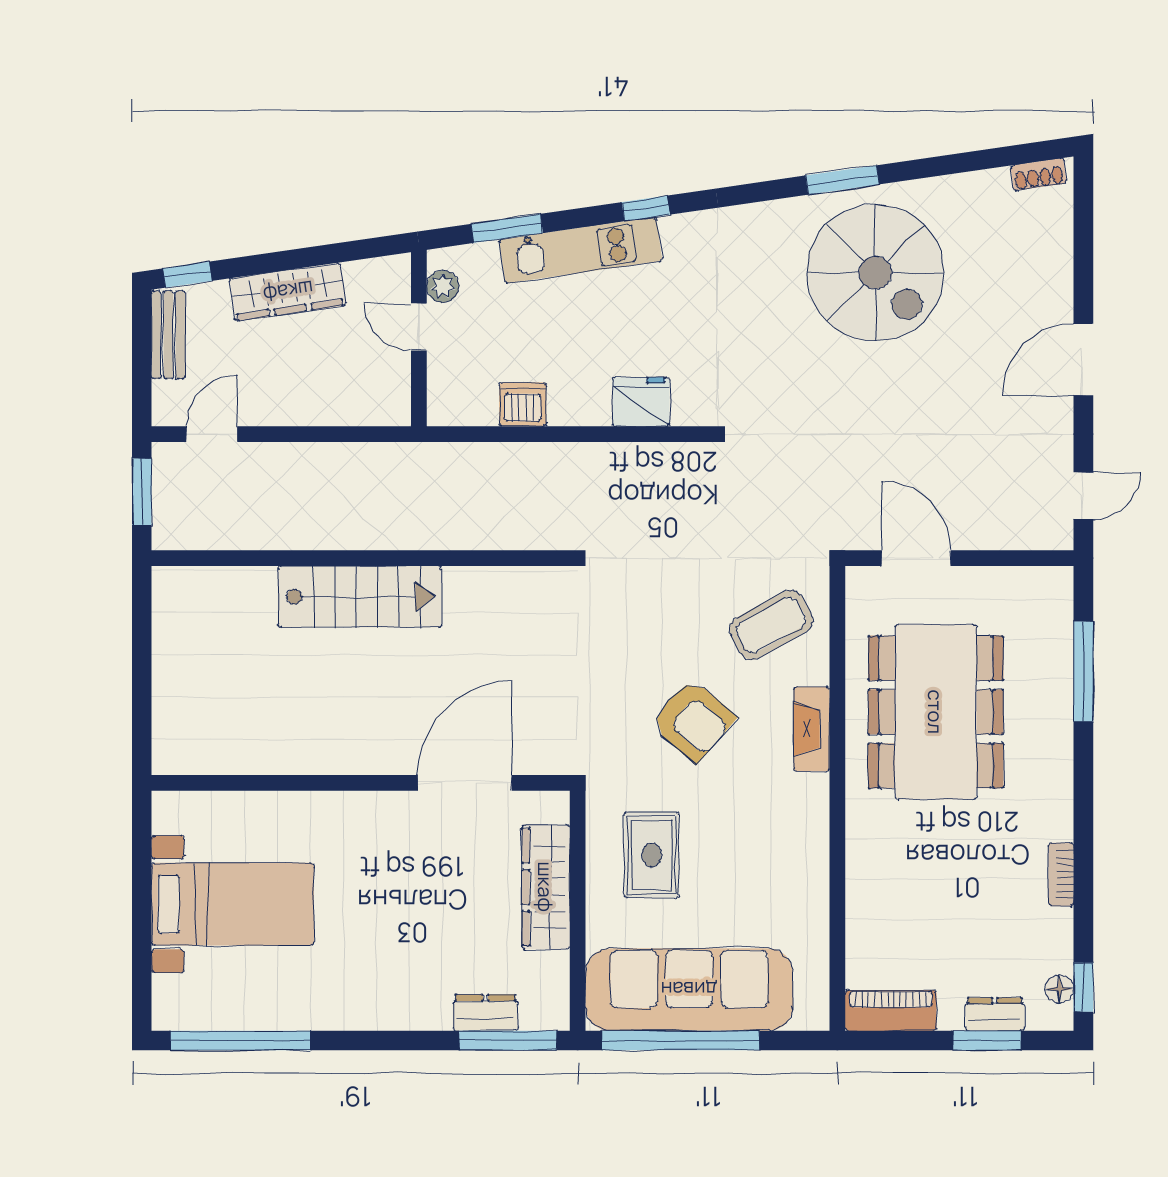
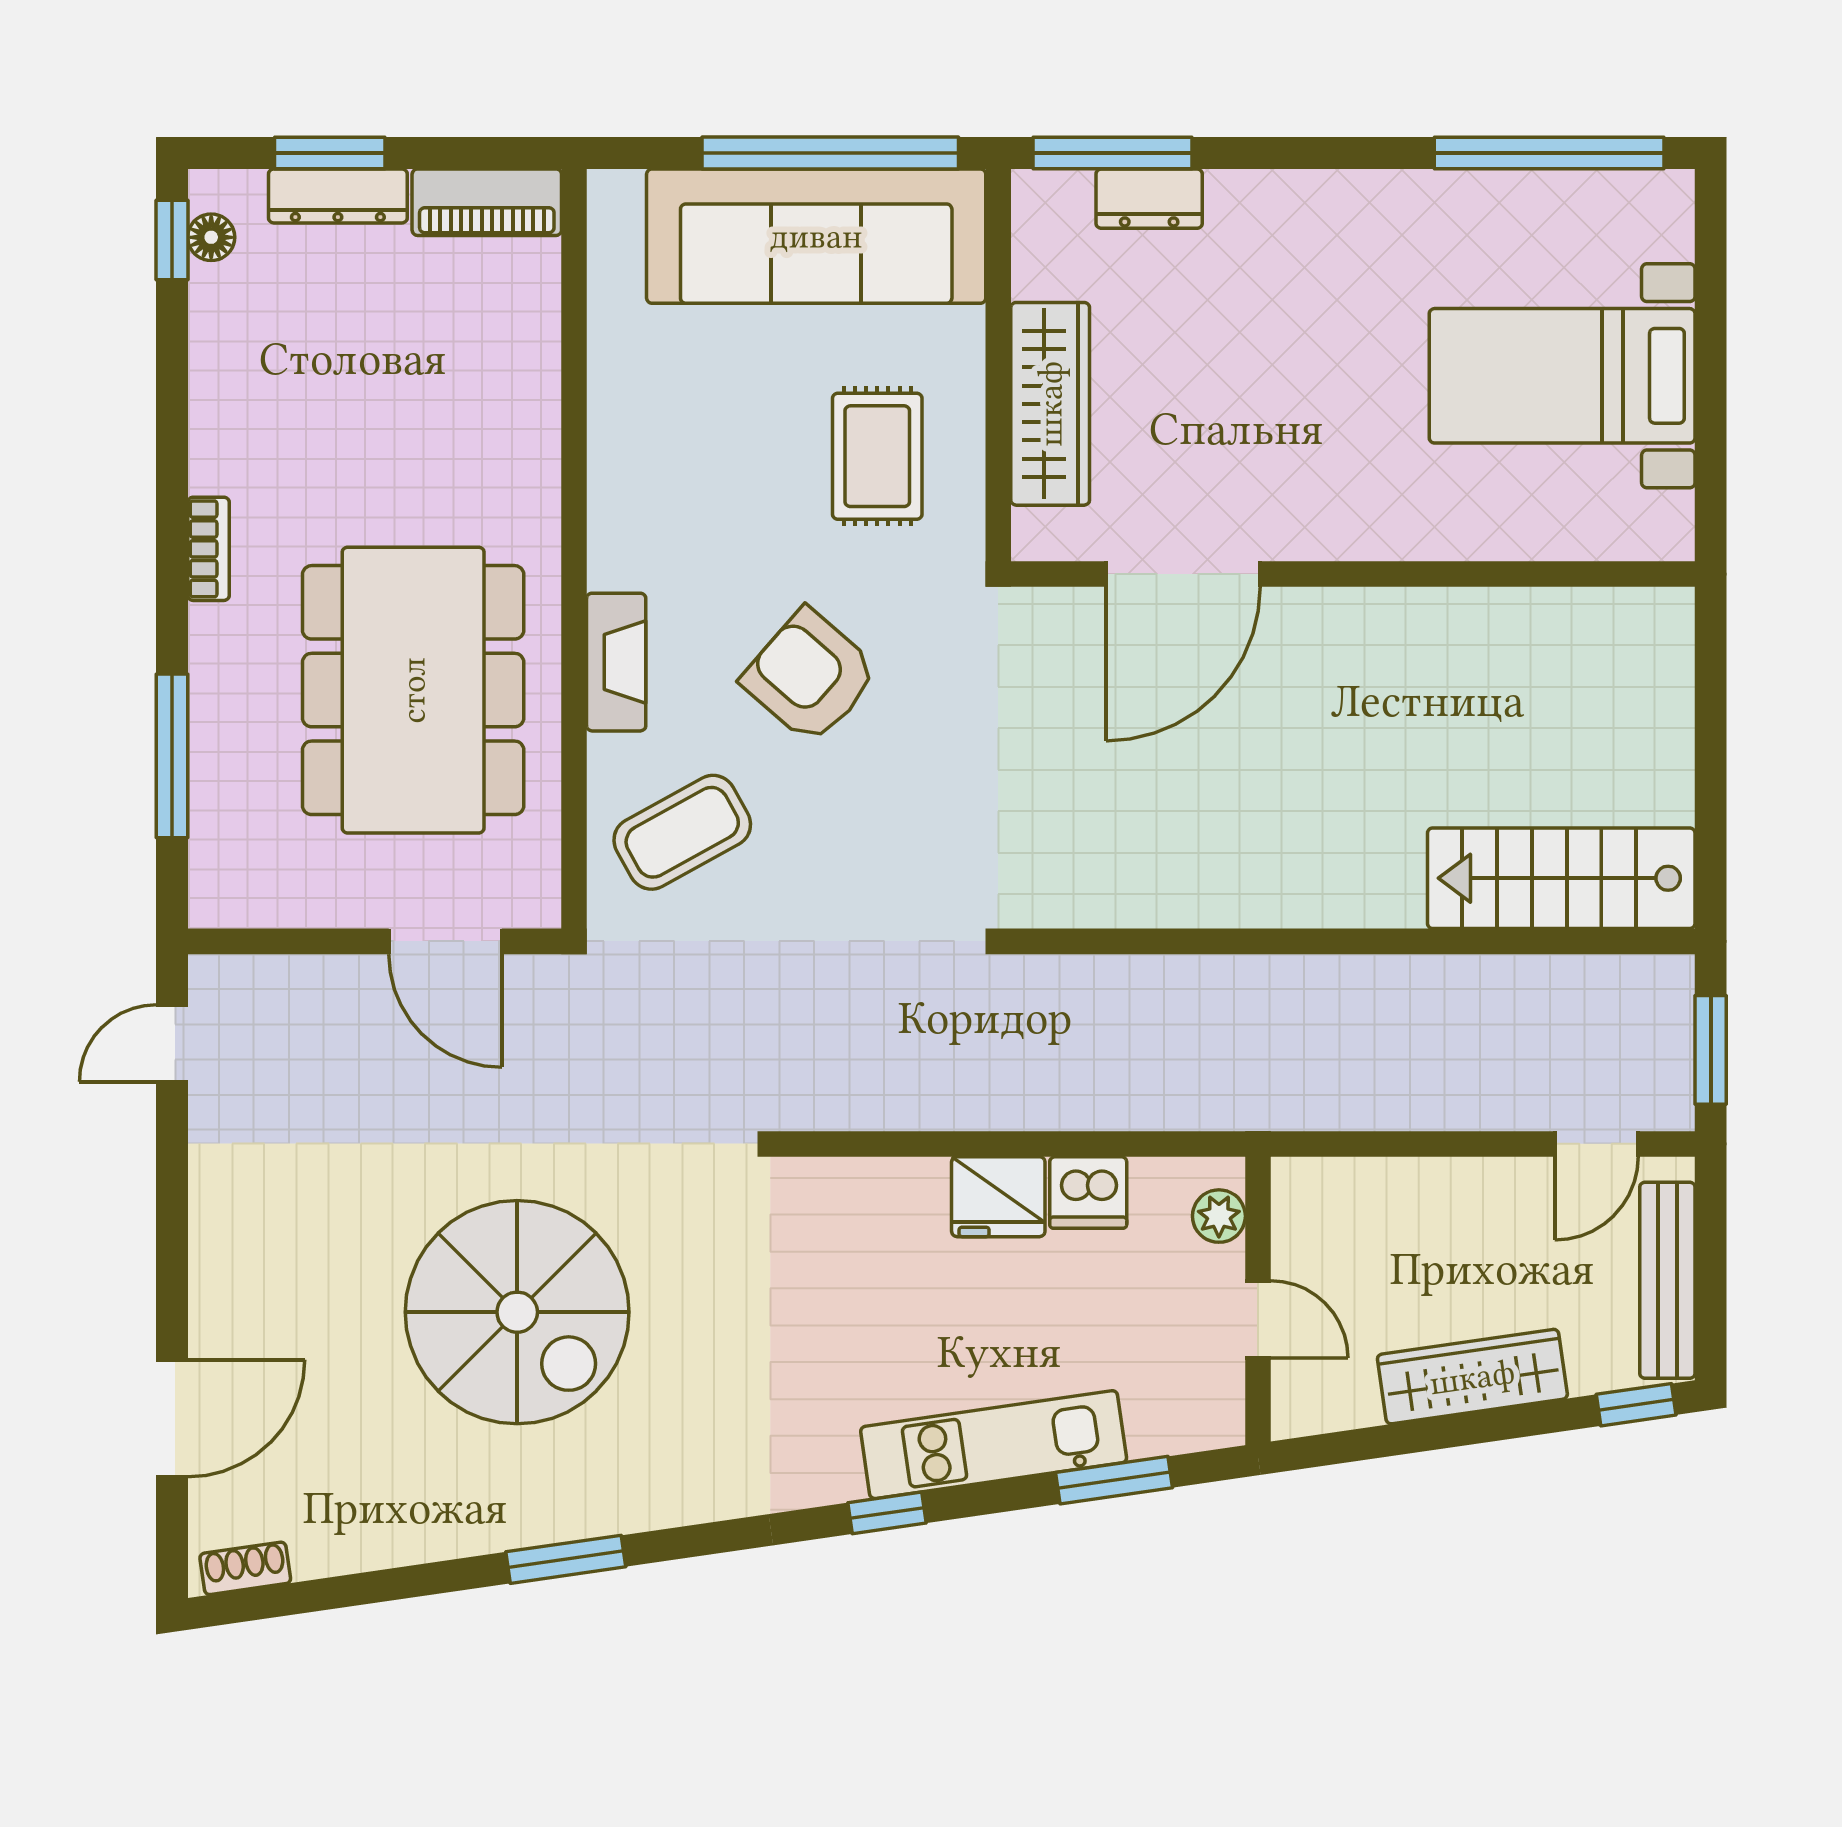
spiral stairs: (875, 273) -> (517, 1312), moved, turned 180
plant: (443, 286) -> (1219, 1216), moved
bench: (168, 335) -> (1667, 1280), width x1.36
door: (1083, 360) -> (172, 1418), moved
fridge: (641, 402) -> (998, 1197), moved
stairs: (360, 597) -> (1561, 878), moved
bookcase: (1061, 874) -> (208, 549), moved
dresser: (995, 1014) -> (338, 196), width x1.44

